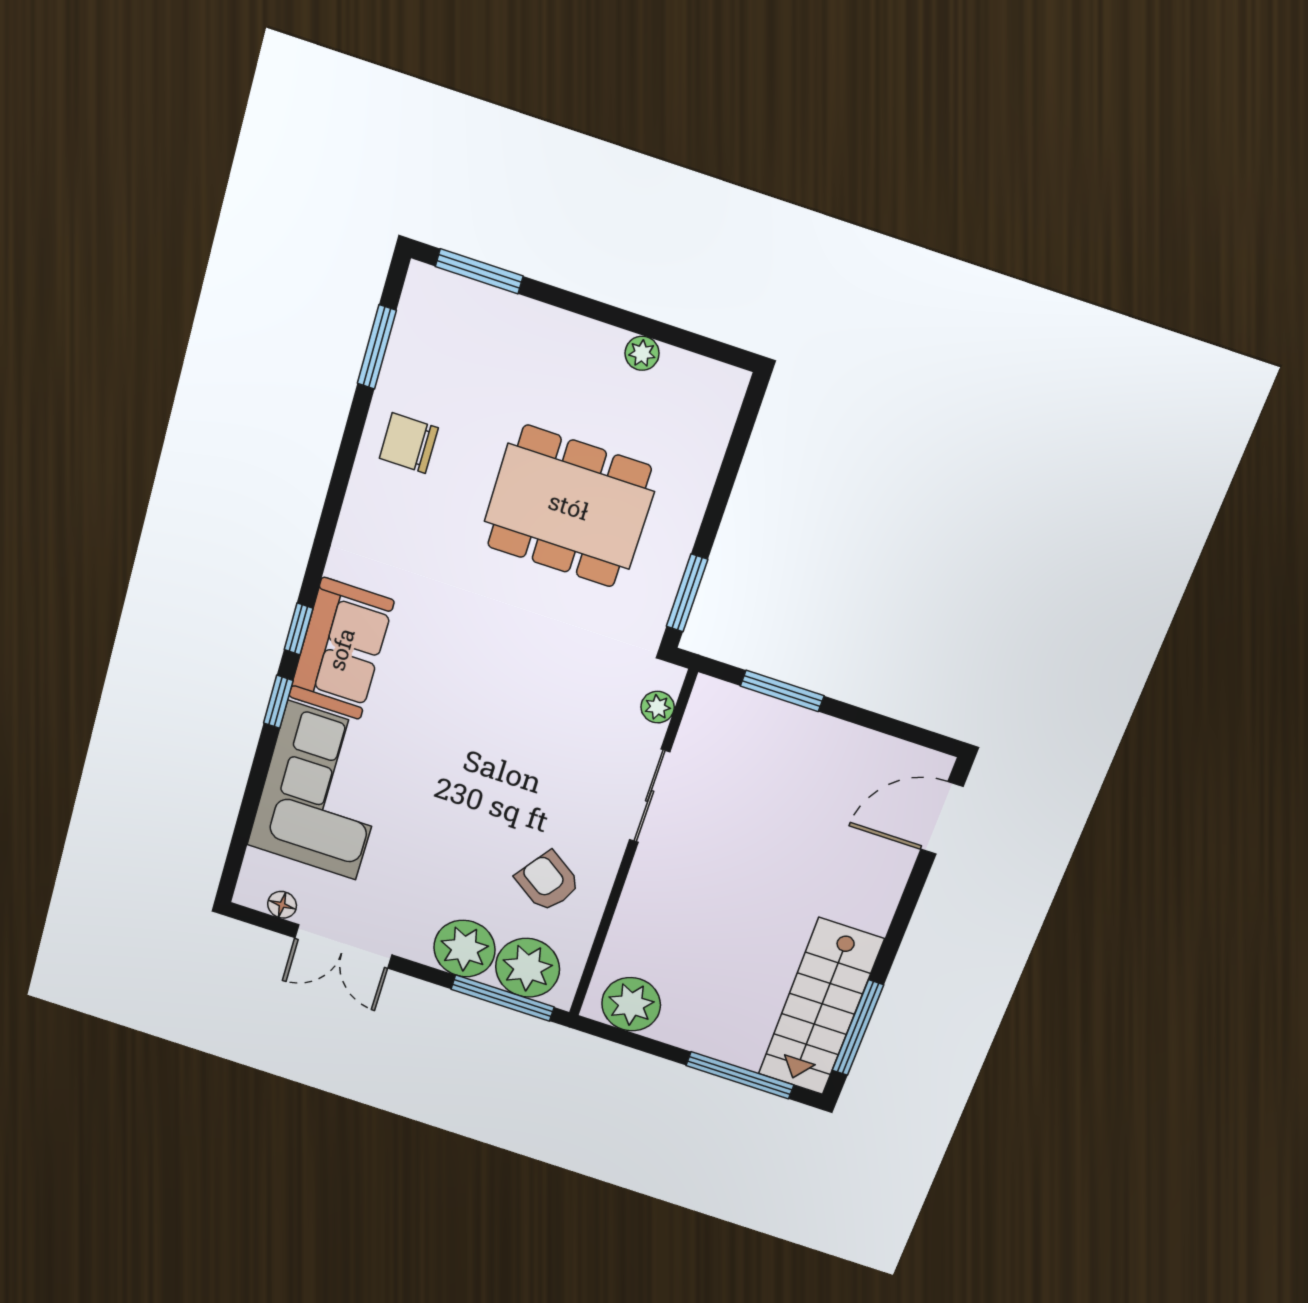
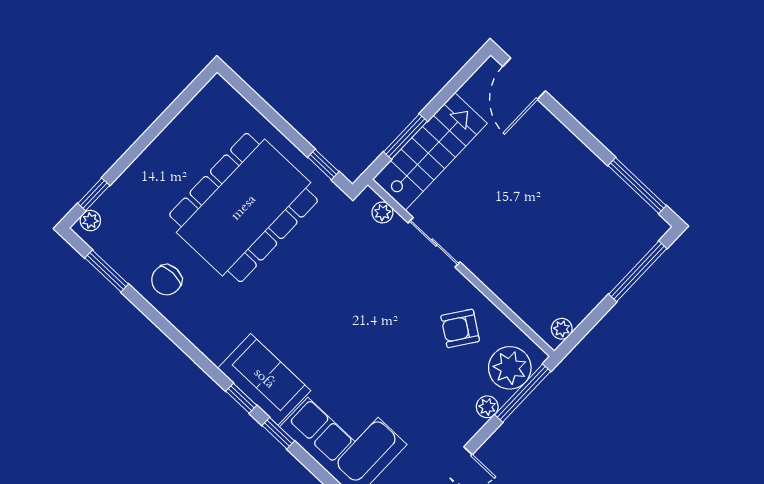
window: (479, 271) -> (94, 194), width x0.67
plant: (642, 353) -> (90, 221), moved
dining table: (569, 506) -> (244, 208), width x1.36, depth x1.24
window: (687, 593) -> (323, 164), width x0.67
plant: (465, 949) -> (487, 407), width x0.53, depth x0.53
plant: (631, 1004) -> (562, 329), width x0.53, depth x0.53
stairs: (821, 1007) -> (430, 151), moved, turned -90

